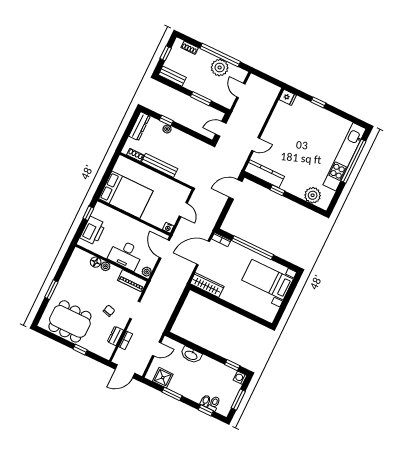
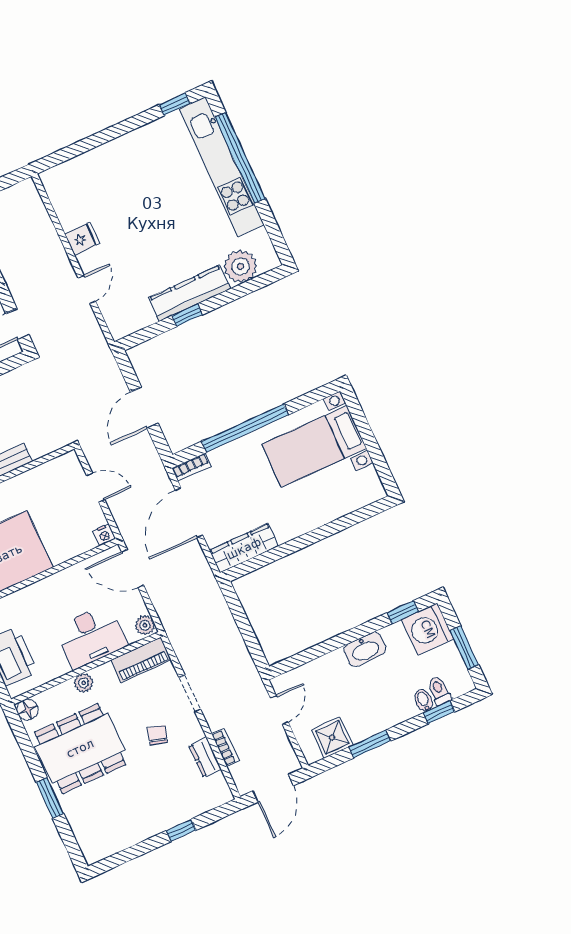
fridge: (288, 97) -> (82, 239), moved
window: (318, 102) -> (175, 104), moved
kitchen counter: (264, 174) -> (190, 293), moved
door: (236, 189) -> (144, 408), moved
floor lamp: (96, 262) -> (27, 710), moved
dining table: (70, 321) -> (80, 748), moved
washbasin: (191, 355) -> (365, 649), moved
washing machine: (240, 378) -> (428, 629), width x1.89, depth x1.89

